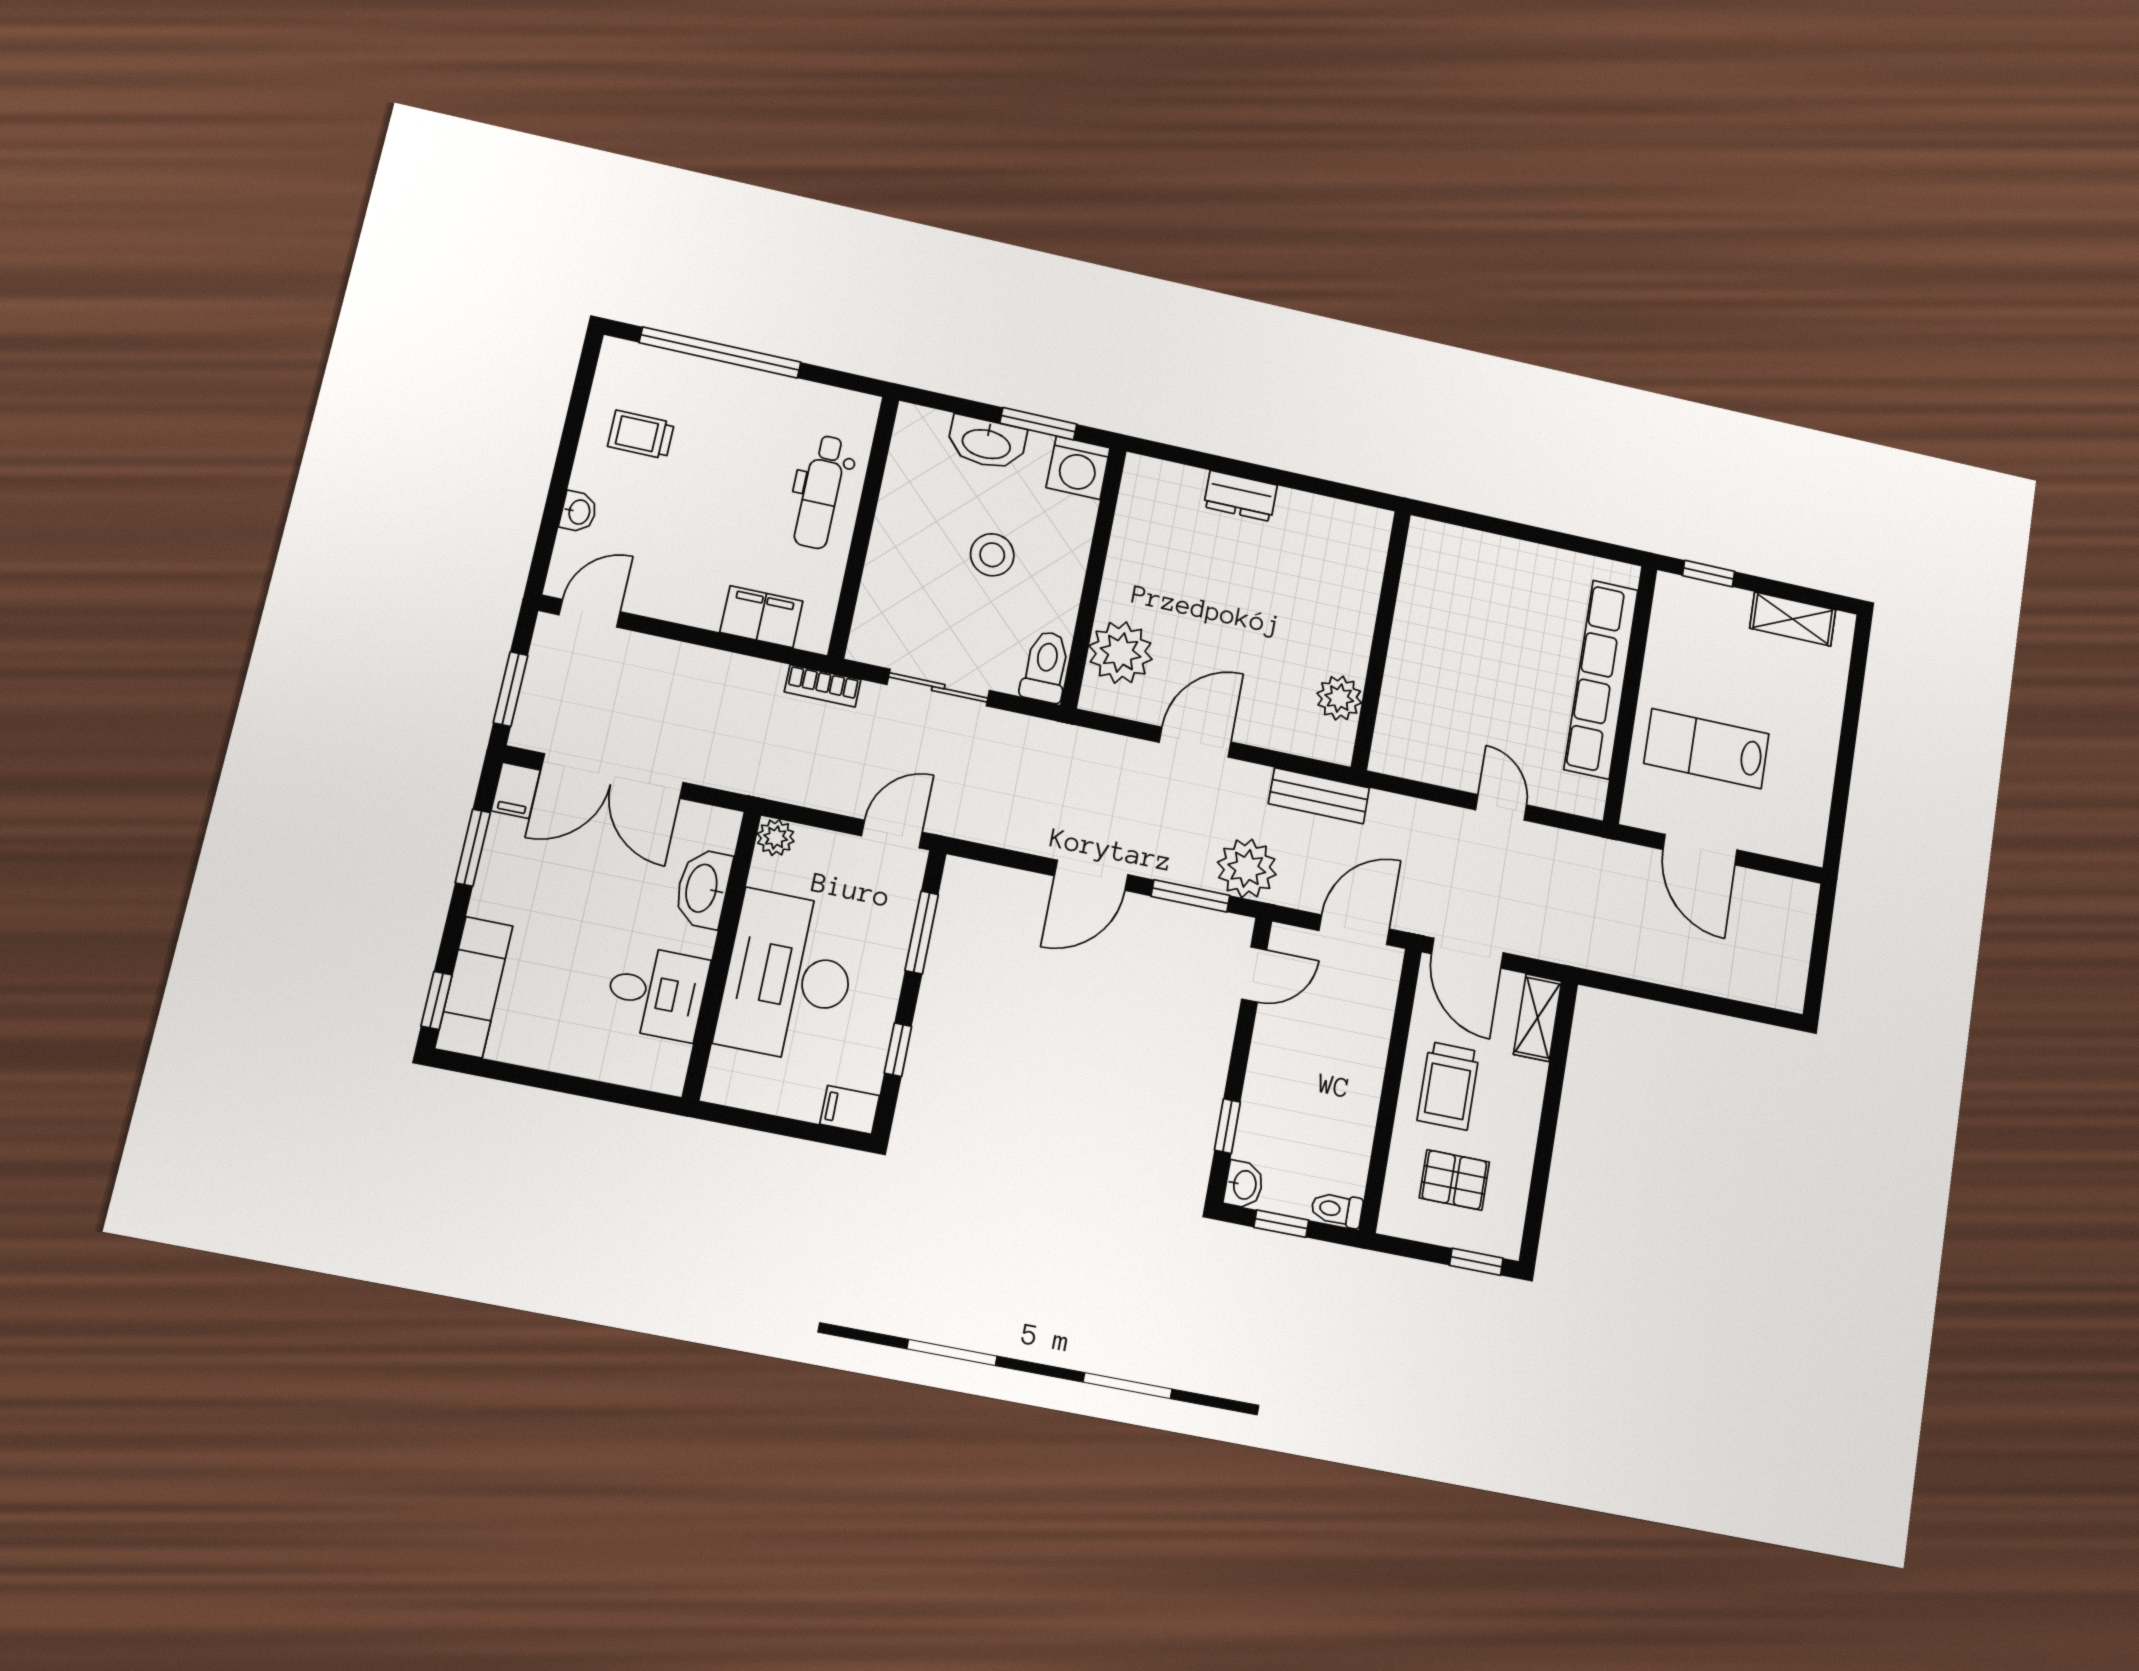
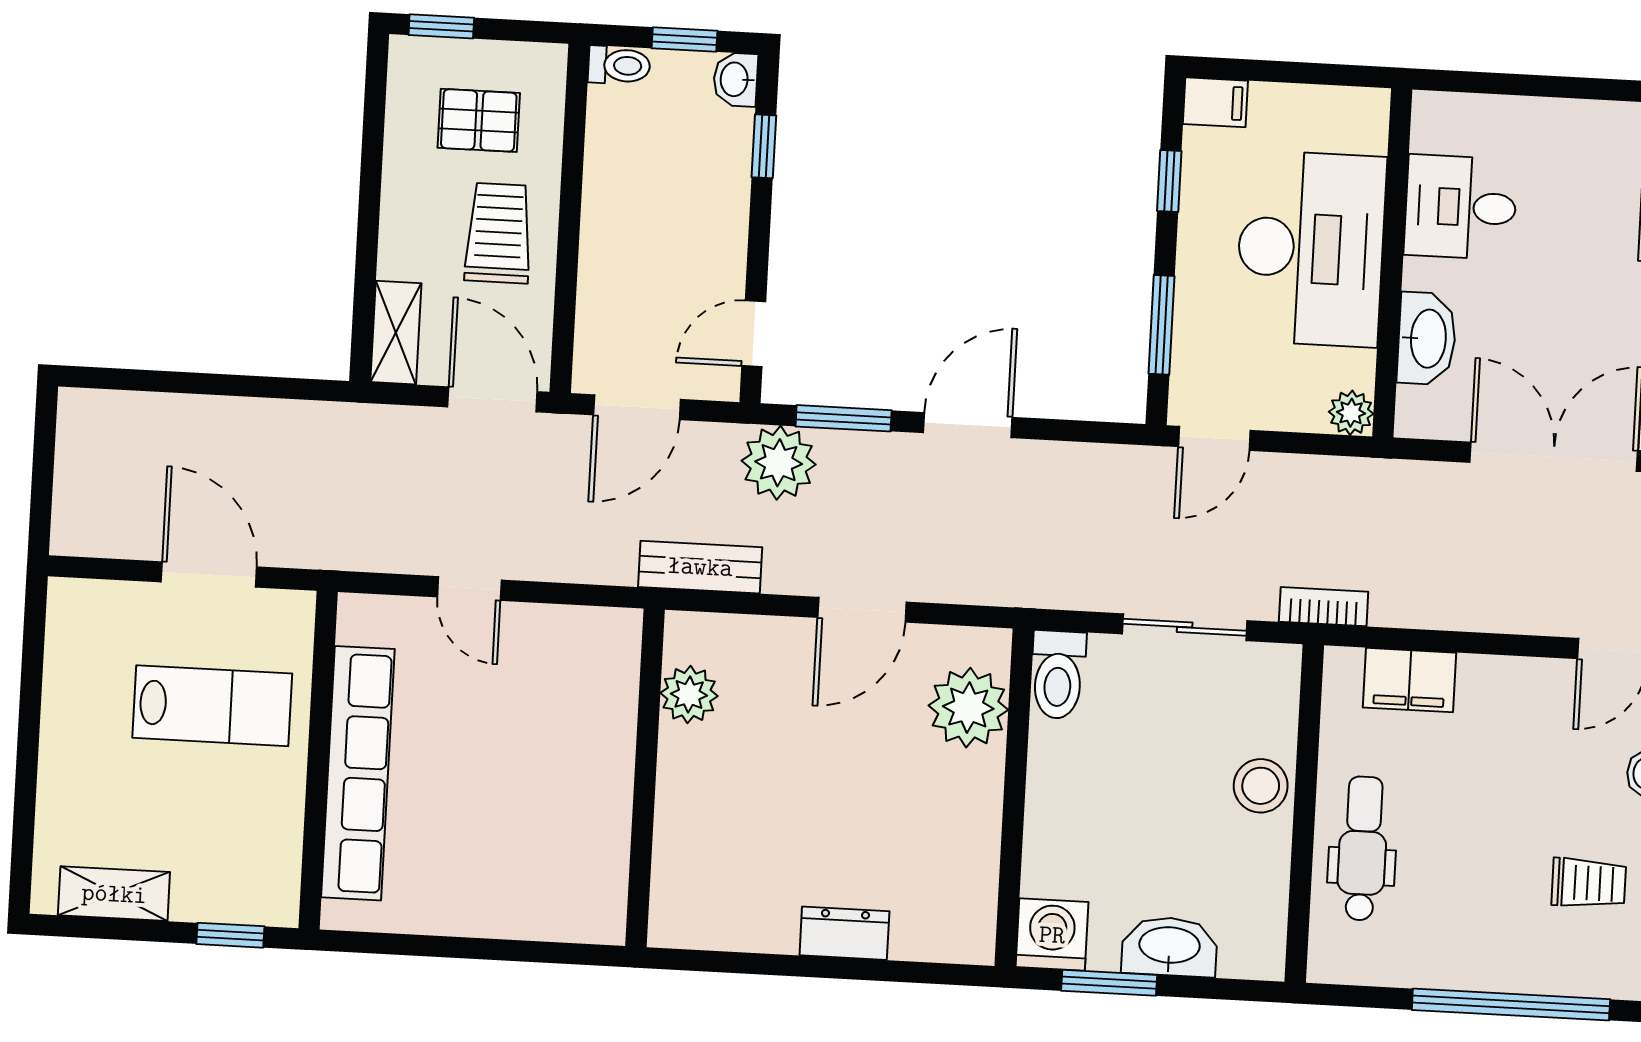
stool: (992, 555) -> (1261, 786), moved

